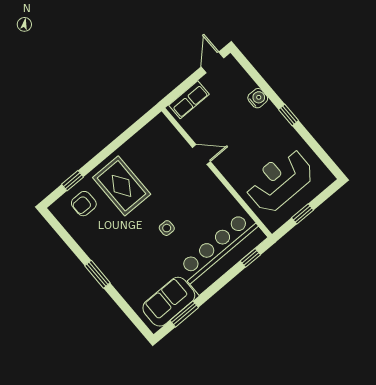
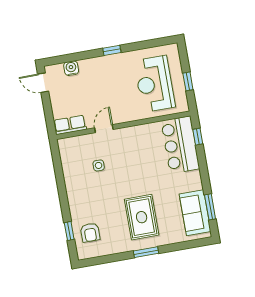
water cooler: (258, 98) -> (71, 68), moved
row of seats: (189, 100) -> (70, 125), moved, turned -90
rug: (122, 186) -> (142, 217), moved, turned 90
side table: (167, 228) -> (99, 165), moved
bar counter: (222, 252) -> (180, 145), width x0.73

